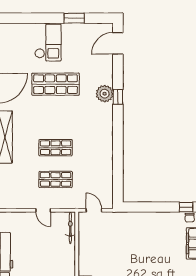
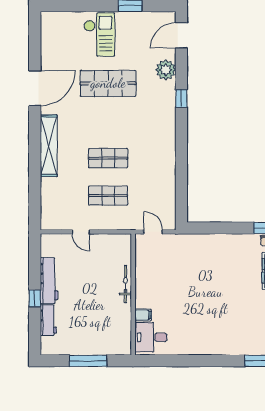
plant: (105, 94) -> (166, 70), moved
door: (43, 210) -> (81, 232), moved
bicycle: (70, 228) -> (125, 284), moved

